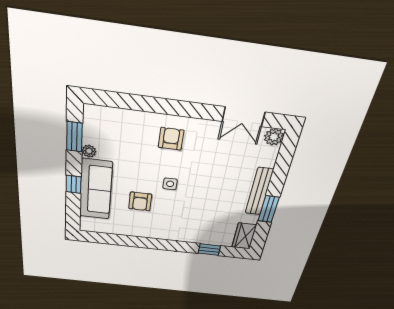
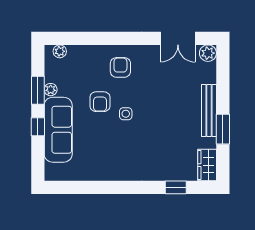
plant: (102, 113) -> (60, 51), added
window: (74, 137) -> (38, 90), moved
armchair: (140, 201) -> (100, 102), moved

